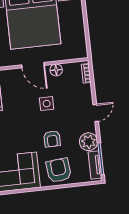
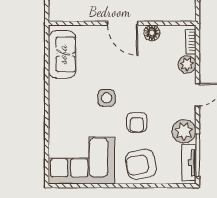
plant: (85, 91) -> (187, 64), added
side table: (47, 104) -> (106, 98), moved
armchair: (59, 170) -> (141, 164), turned -94

